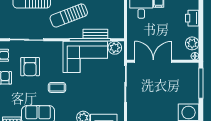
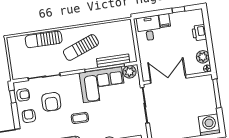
bench: (95, 34) -> (113, 61), width x1.36

